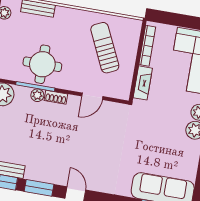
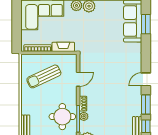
door: (92, 96) -> (78, 79), hinge flipped

